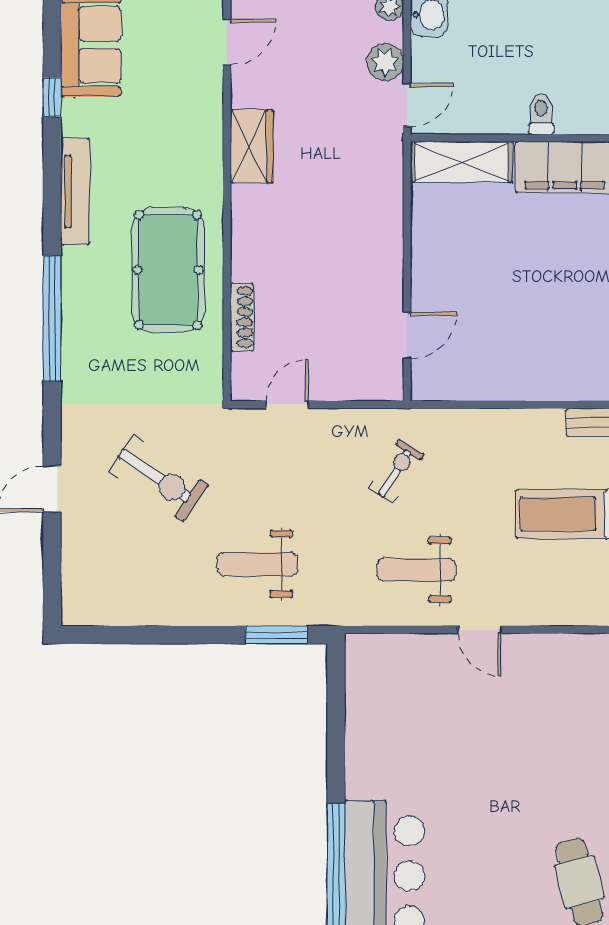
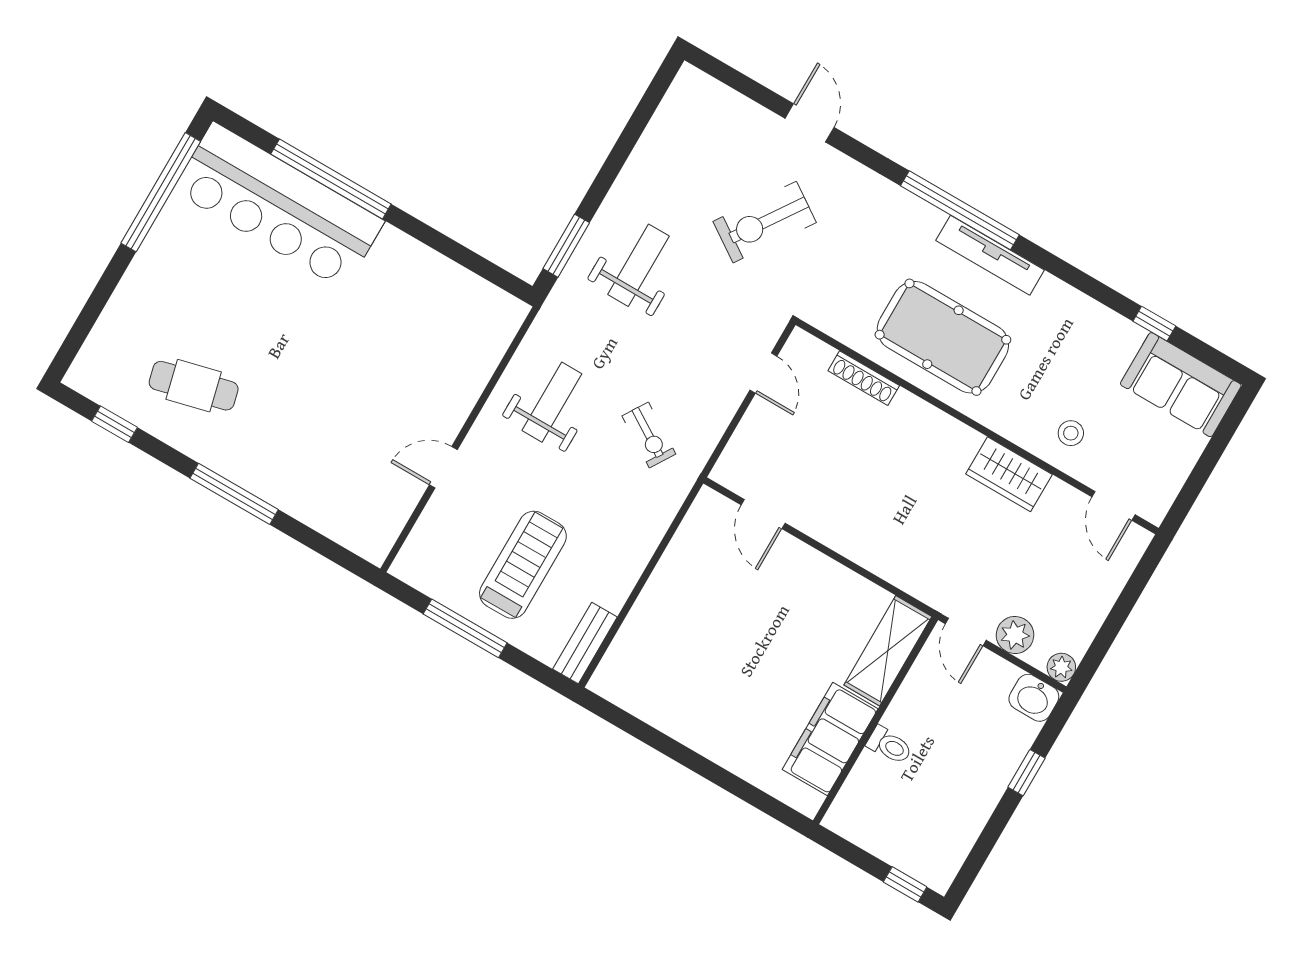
stool: (186, 114) -> (1071, 433), added
tv unit: (75, 192) -> (990, 255), moved
door: (480, 630) -> (443, 467), moved

